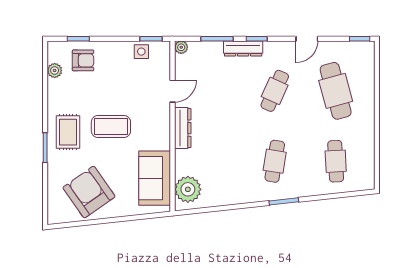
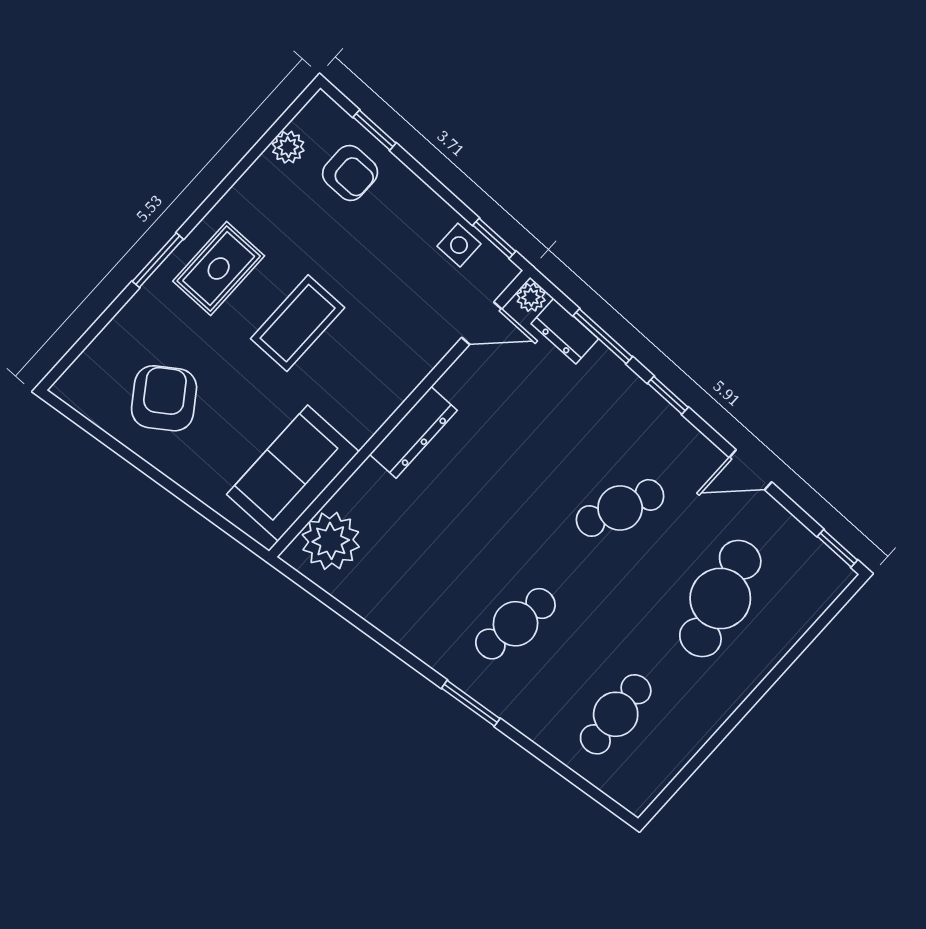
dresser: (243, 48) -> (565, 331), moved, width x0.70
door: (173, 91) -> (482, 323), moved
coffee table: (111, 126) -> (298, 323), turned 90
armchair: (89, 192) -> (164, 398), width x0.73, depth x0.73

